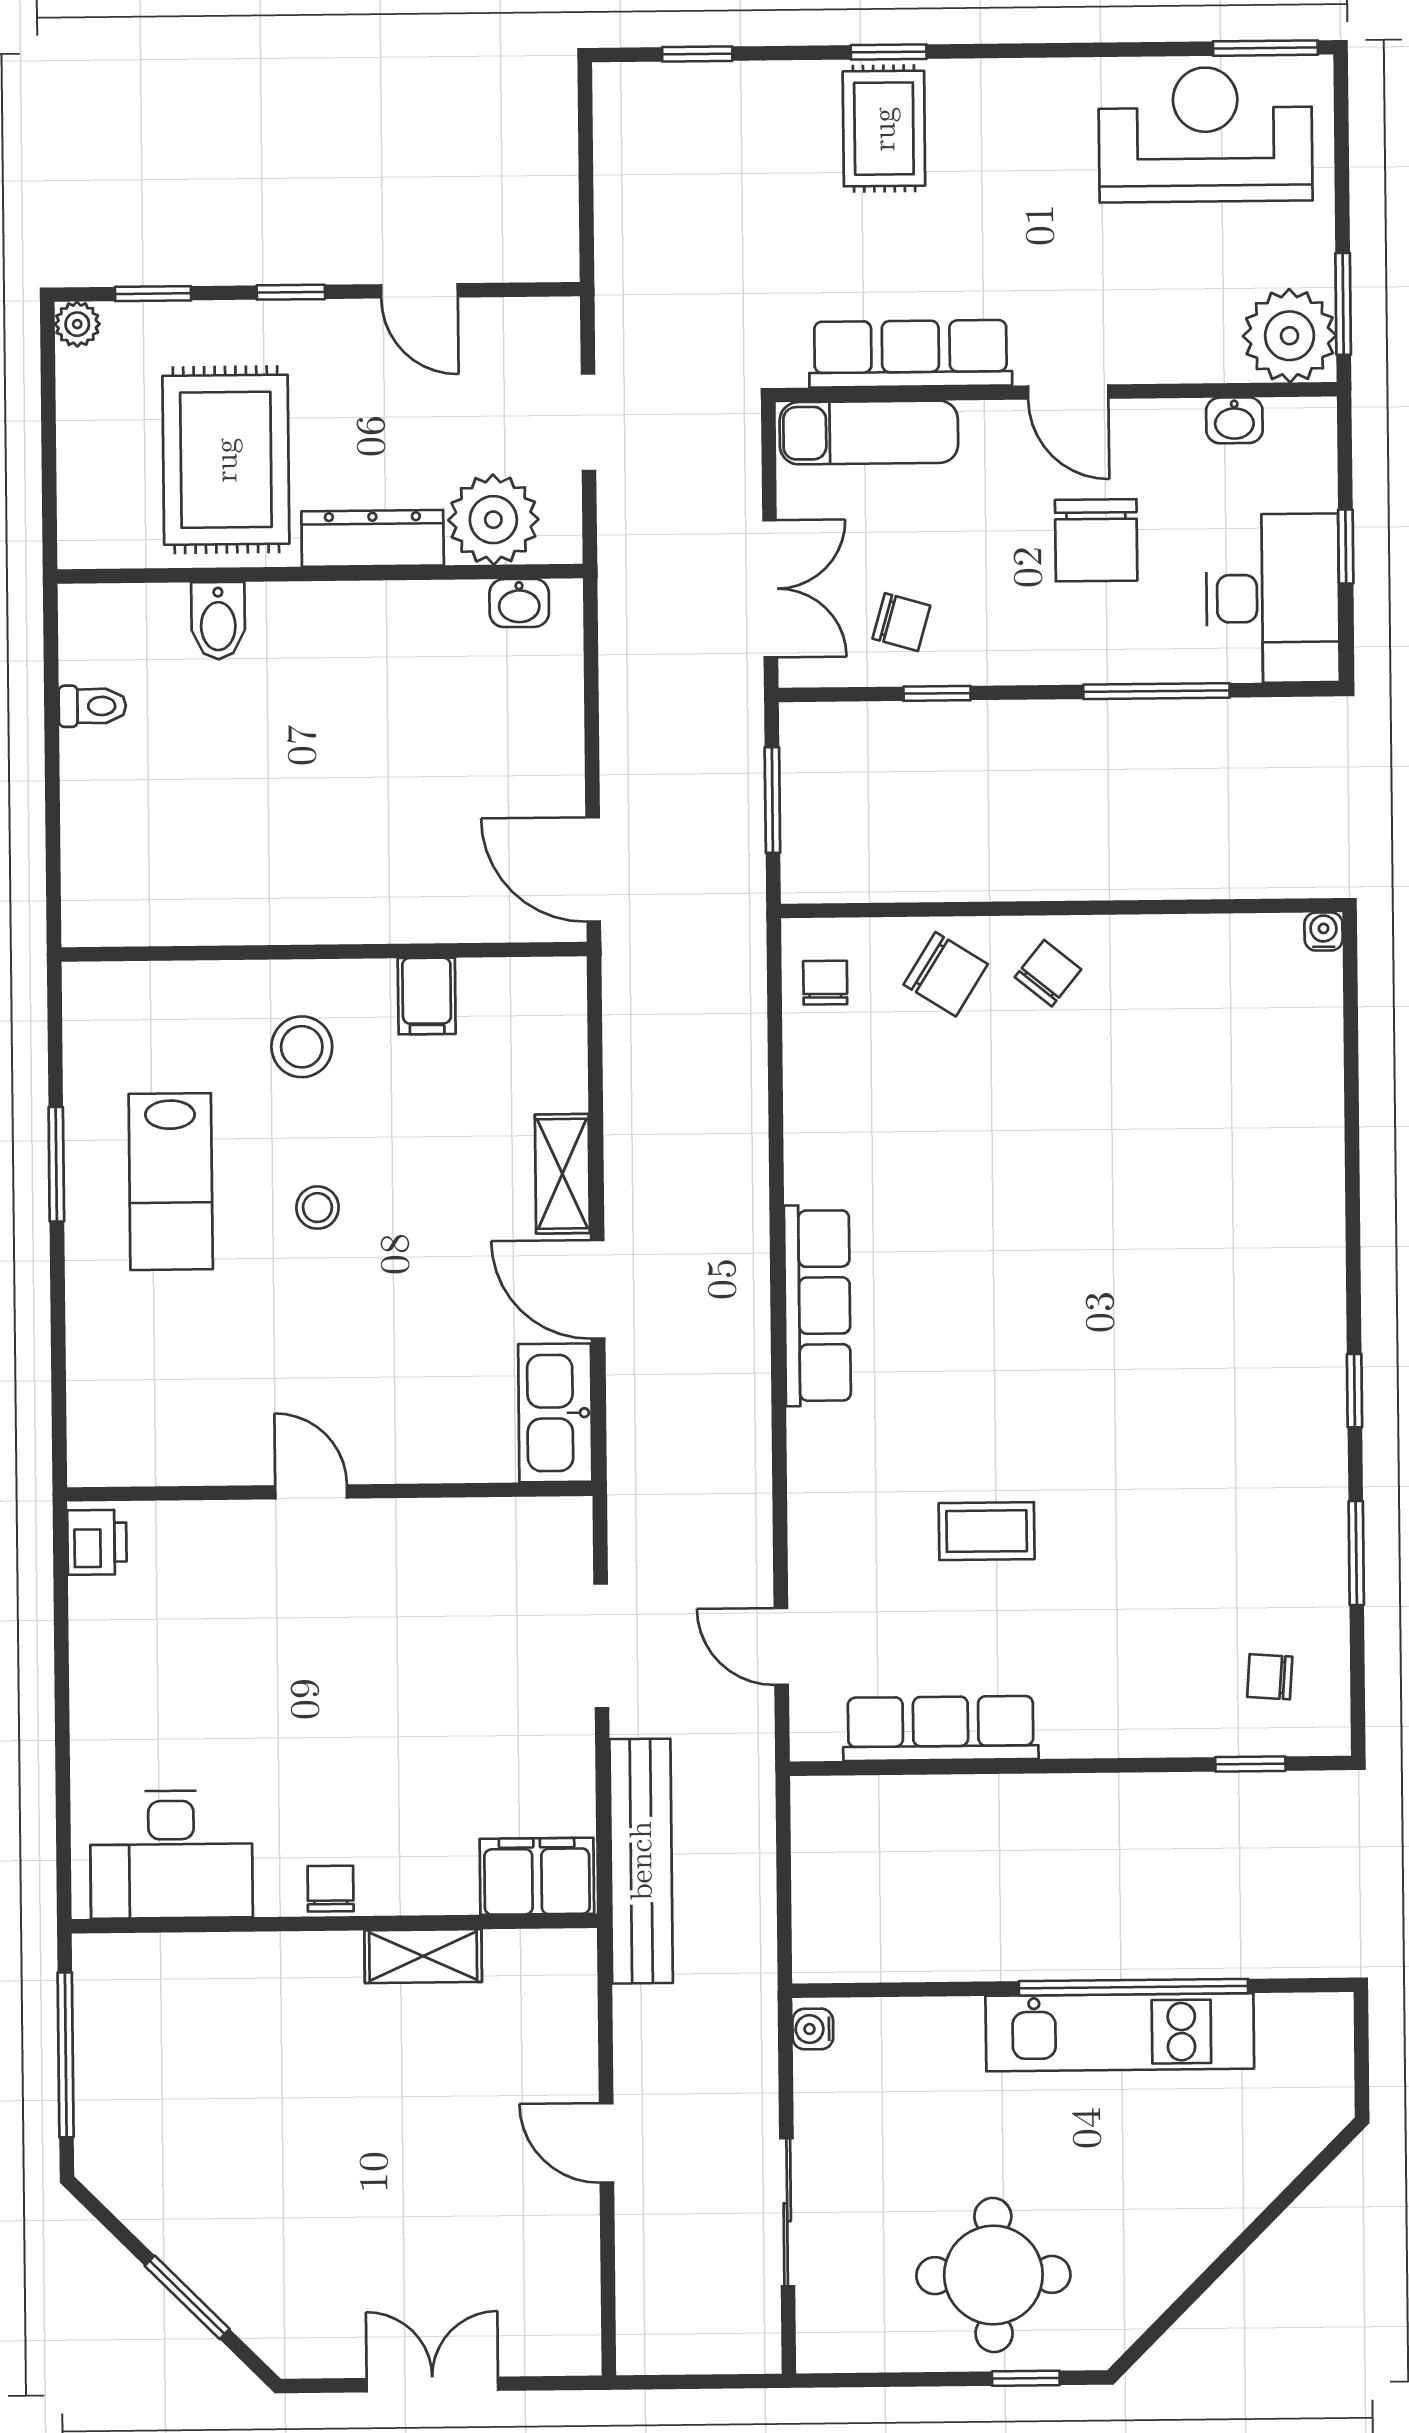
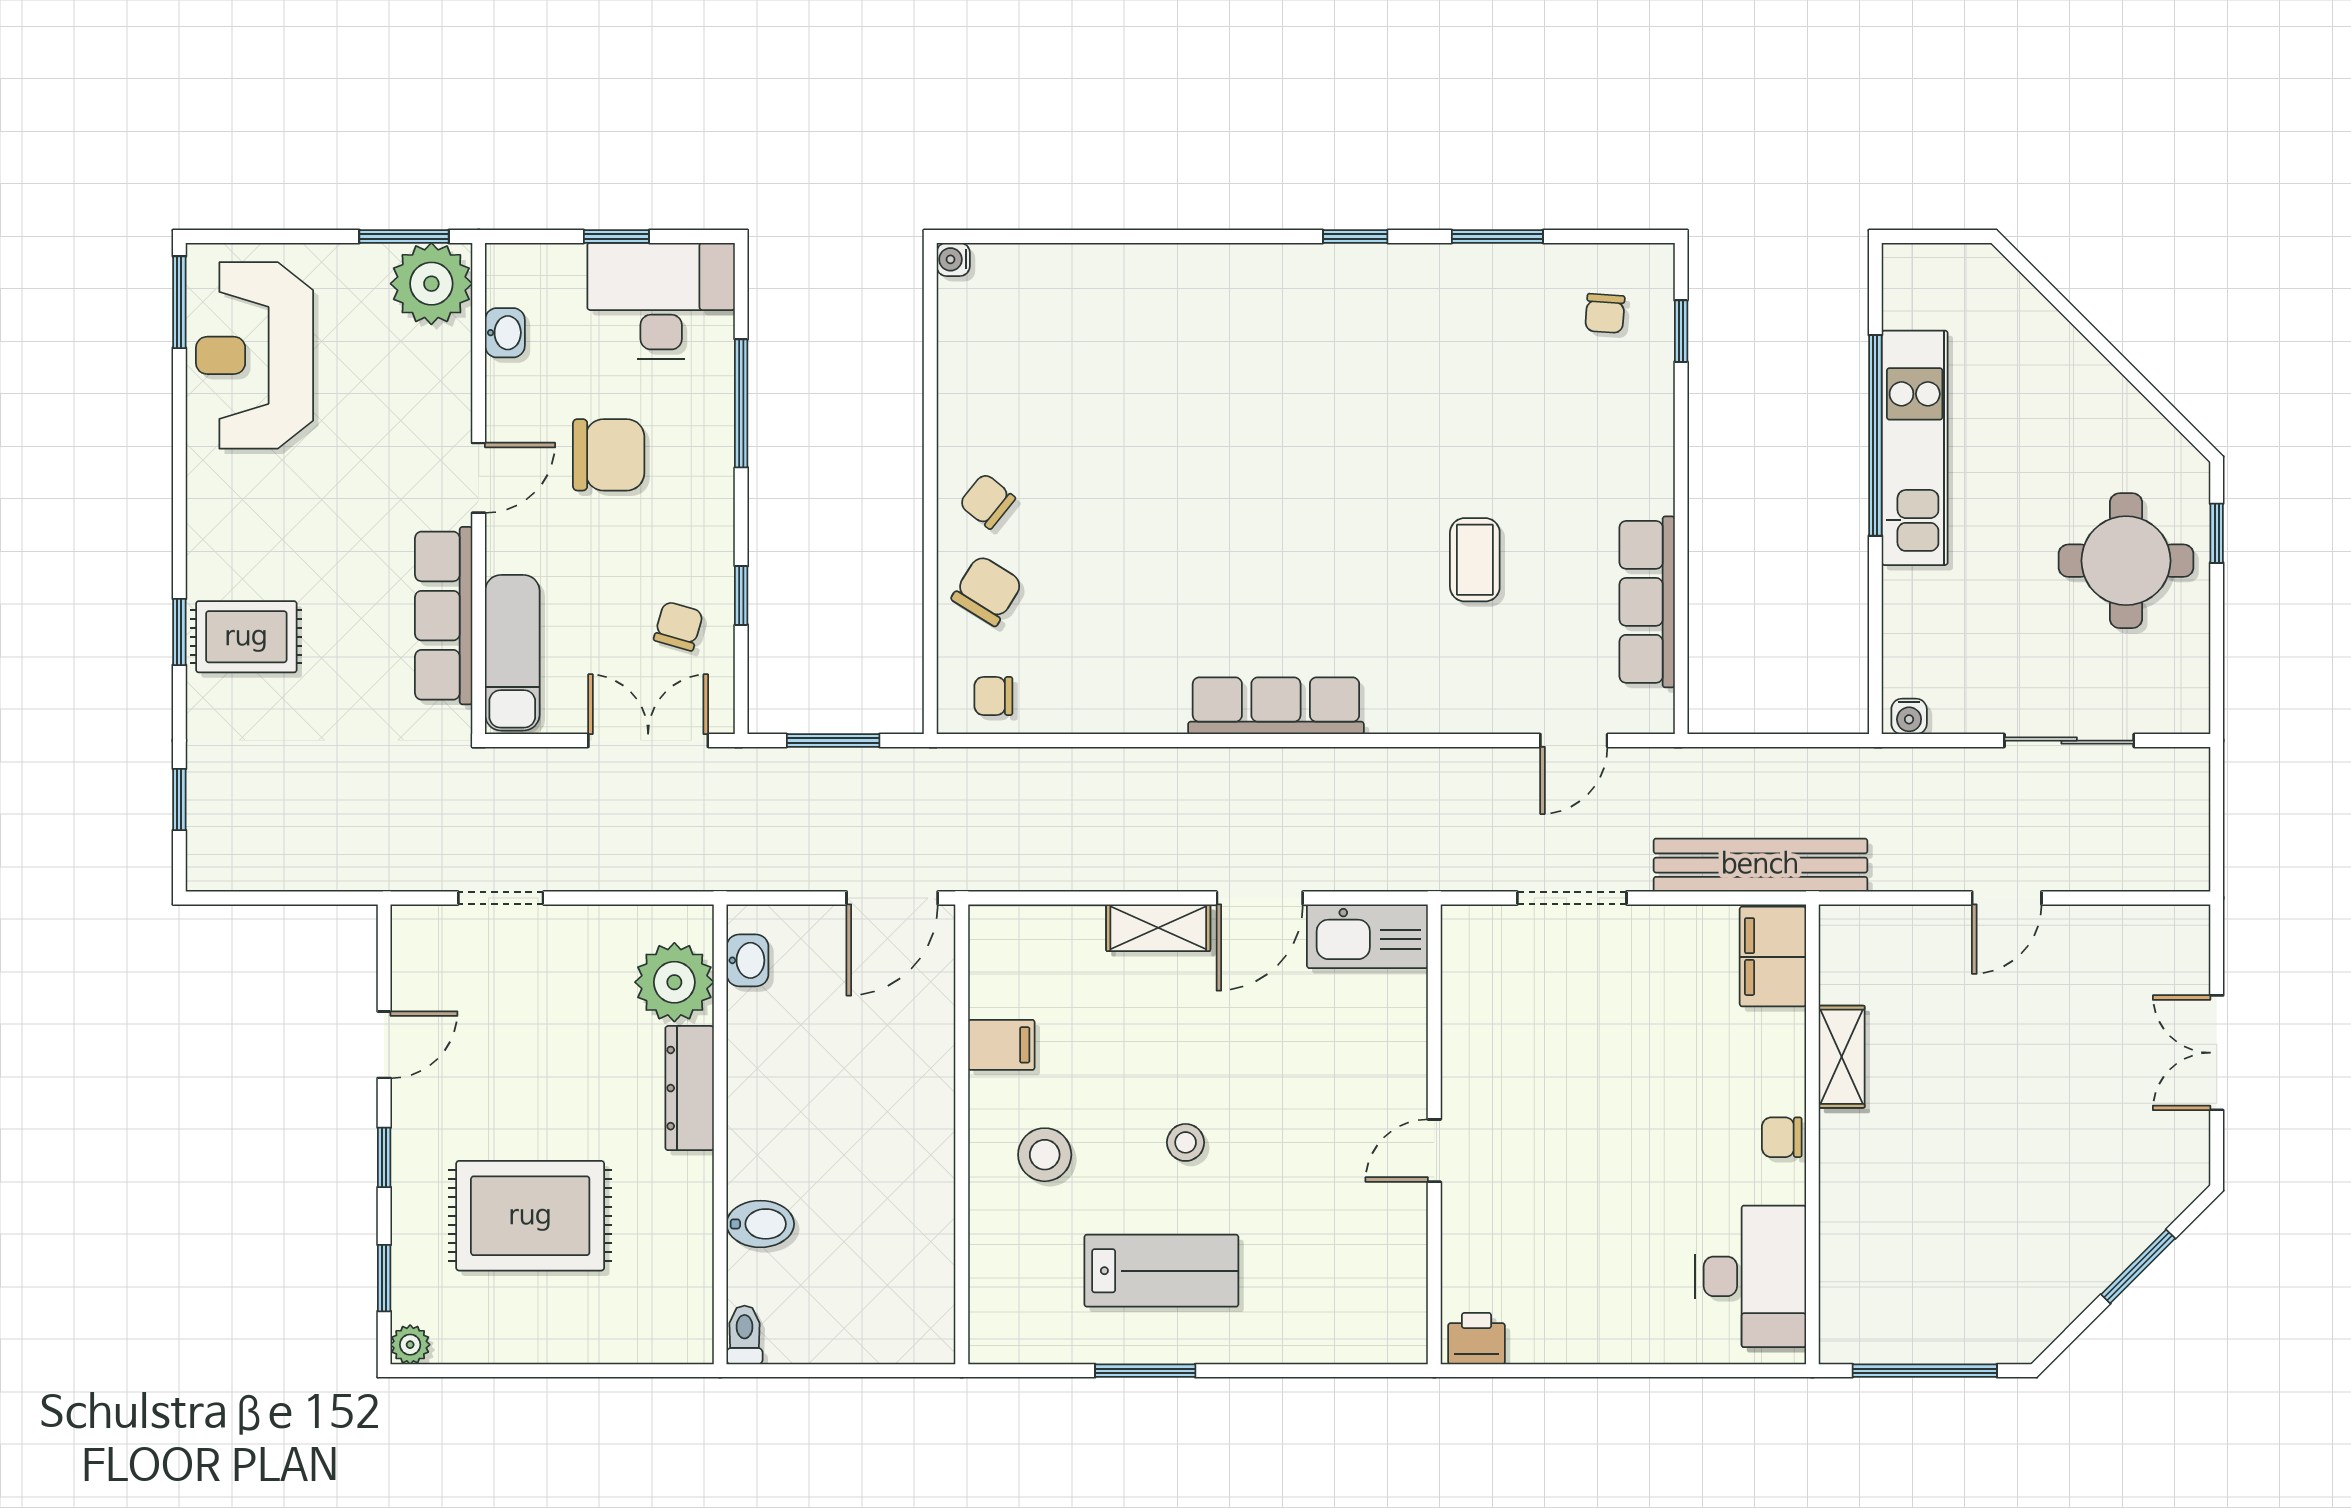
plant: (493, 520) -> (674, 982), moved
dresser: (373, 538) -> (690, 1088), moved
wall: (320, 574) -> (720, 1134), moved
washbasin: (519, 603) -> (747, 960), moved
bidet: (218, 621) -> (760, 1224), moved

